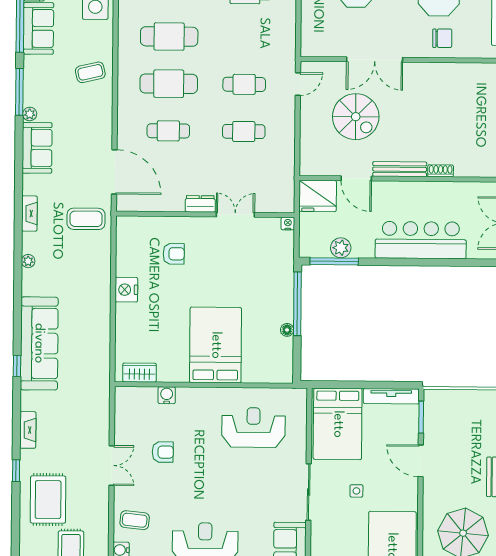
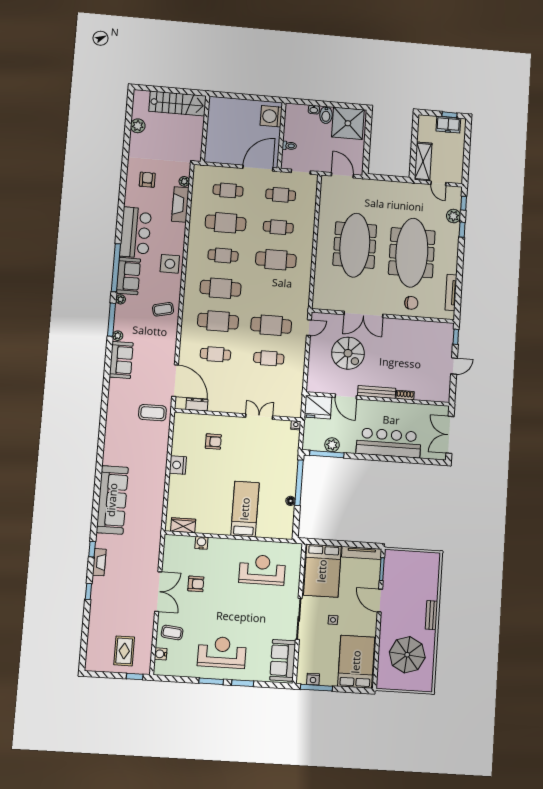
cafe table: (244, 84) -> (271, 325), width x1.37, depth x1.35
dresser: (200, 204) -> (197, 405), moved
fireplace: (29, 213) -> (112, 406), removed
plant: (28, 261) -> (121, 299), moved
bed: (216, 345) -> (245, 509), width x0.67
window: (17, 366) -> (92, 549), moved
double door: (112, 465) -> (158, 592), width x1.37
rug: (48, 500) -> (110, 614), removed

